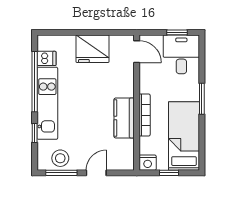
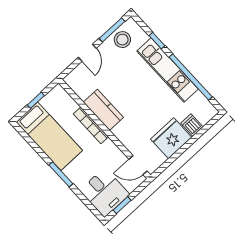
dishwasher: (47, 58) -> (192, 125), moved, turned 90
nightstand: (148, 163) -> (58, 94), removed

